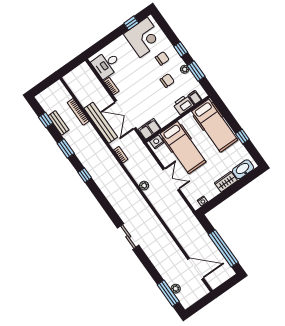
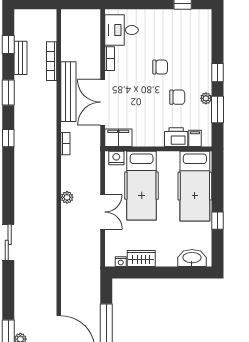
corner desk: (144, 37) -> (185, 30), removed
chair: (162, 58) -> (160, 67), moved
wardrobe: (226, 182) -> (141, 259), moved

